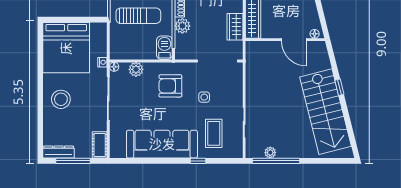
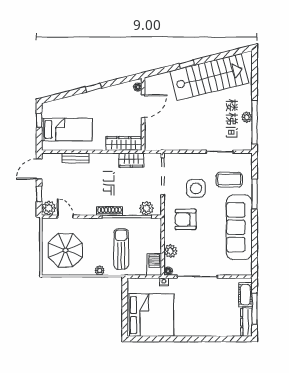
plant: (182, 26) -> (146, 208), moved
barbecue: (164, 48) -> (154, 264), moved, turned 90
armchair: (170, 86) -> (186, 219), turned 90
side table: (204, 97) -> (196, 188), width x1.87, depth x1.87
stool: (61, 99) -> (198, 320), removed
cot: (100, 145) -> (245, 295), moved, turned 90
plant: (270, 153) -> (247, 117), moved
window: (198, 161) -> (254, 194), width x2.17

